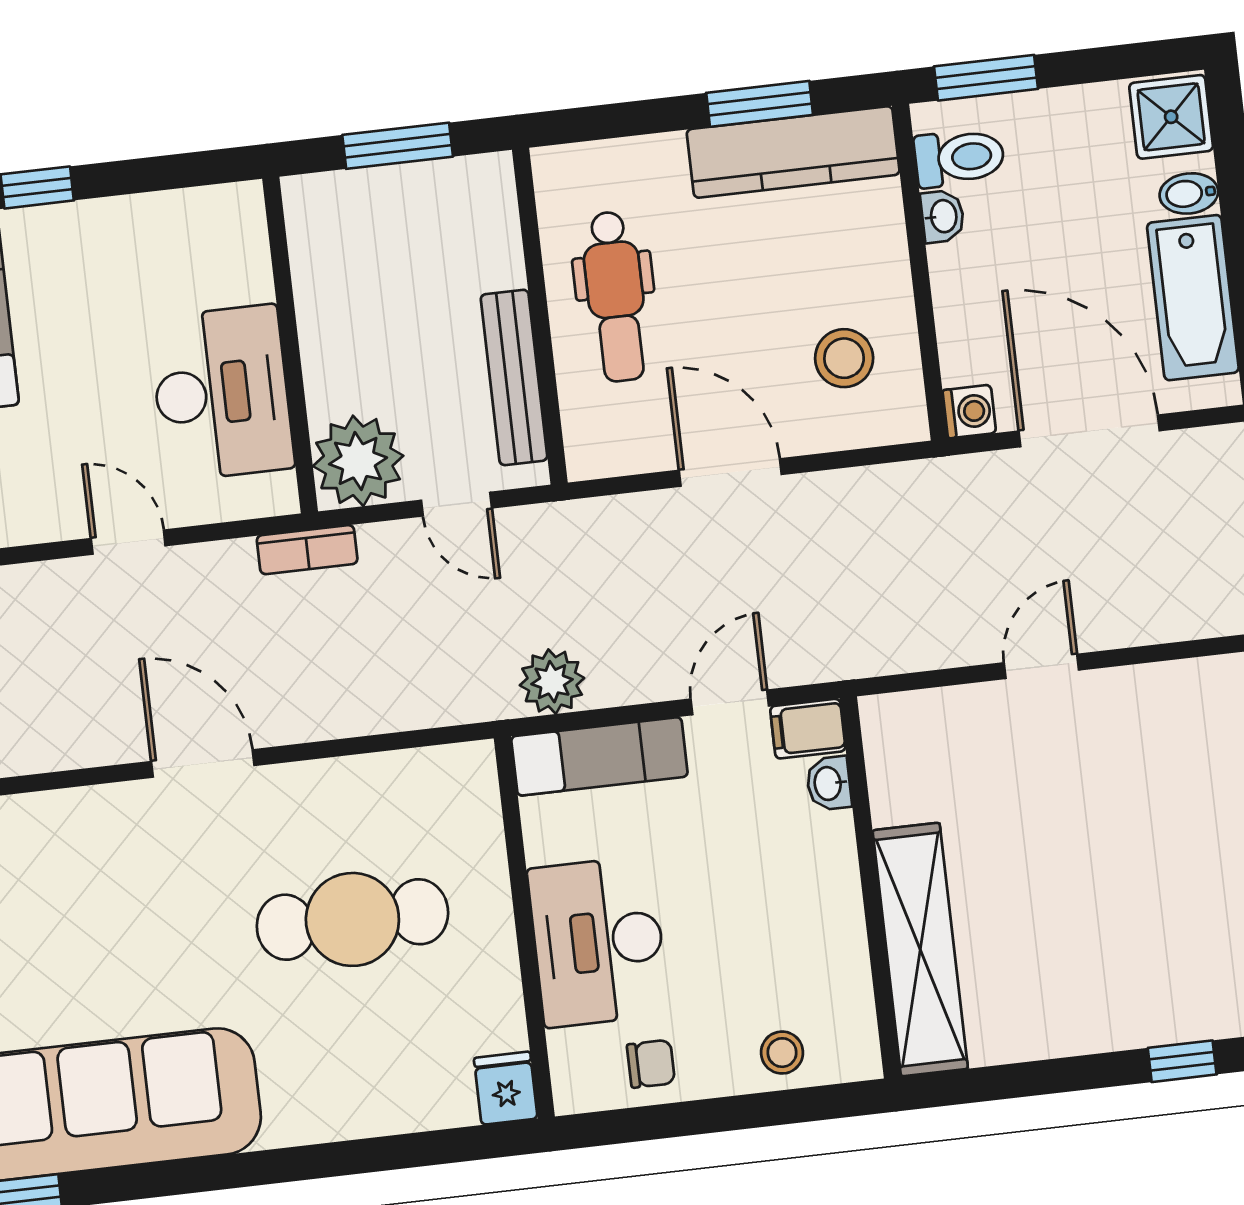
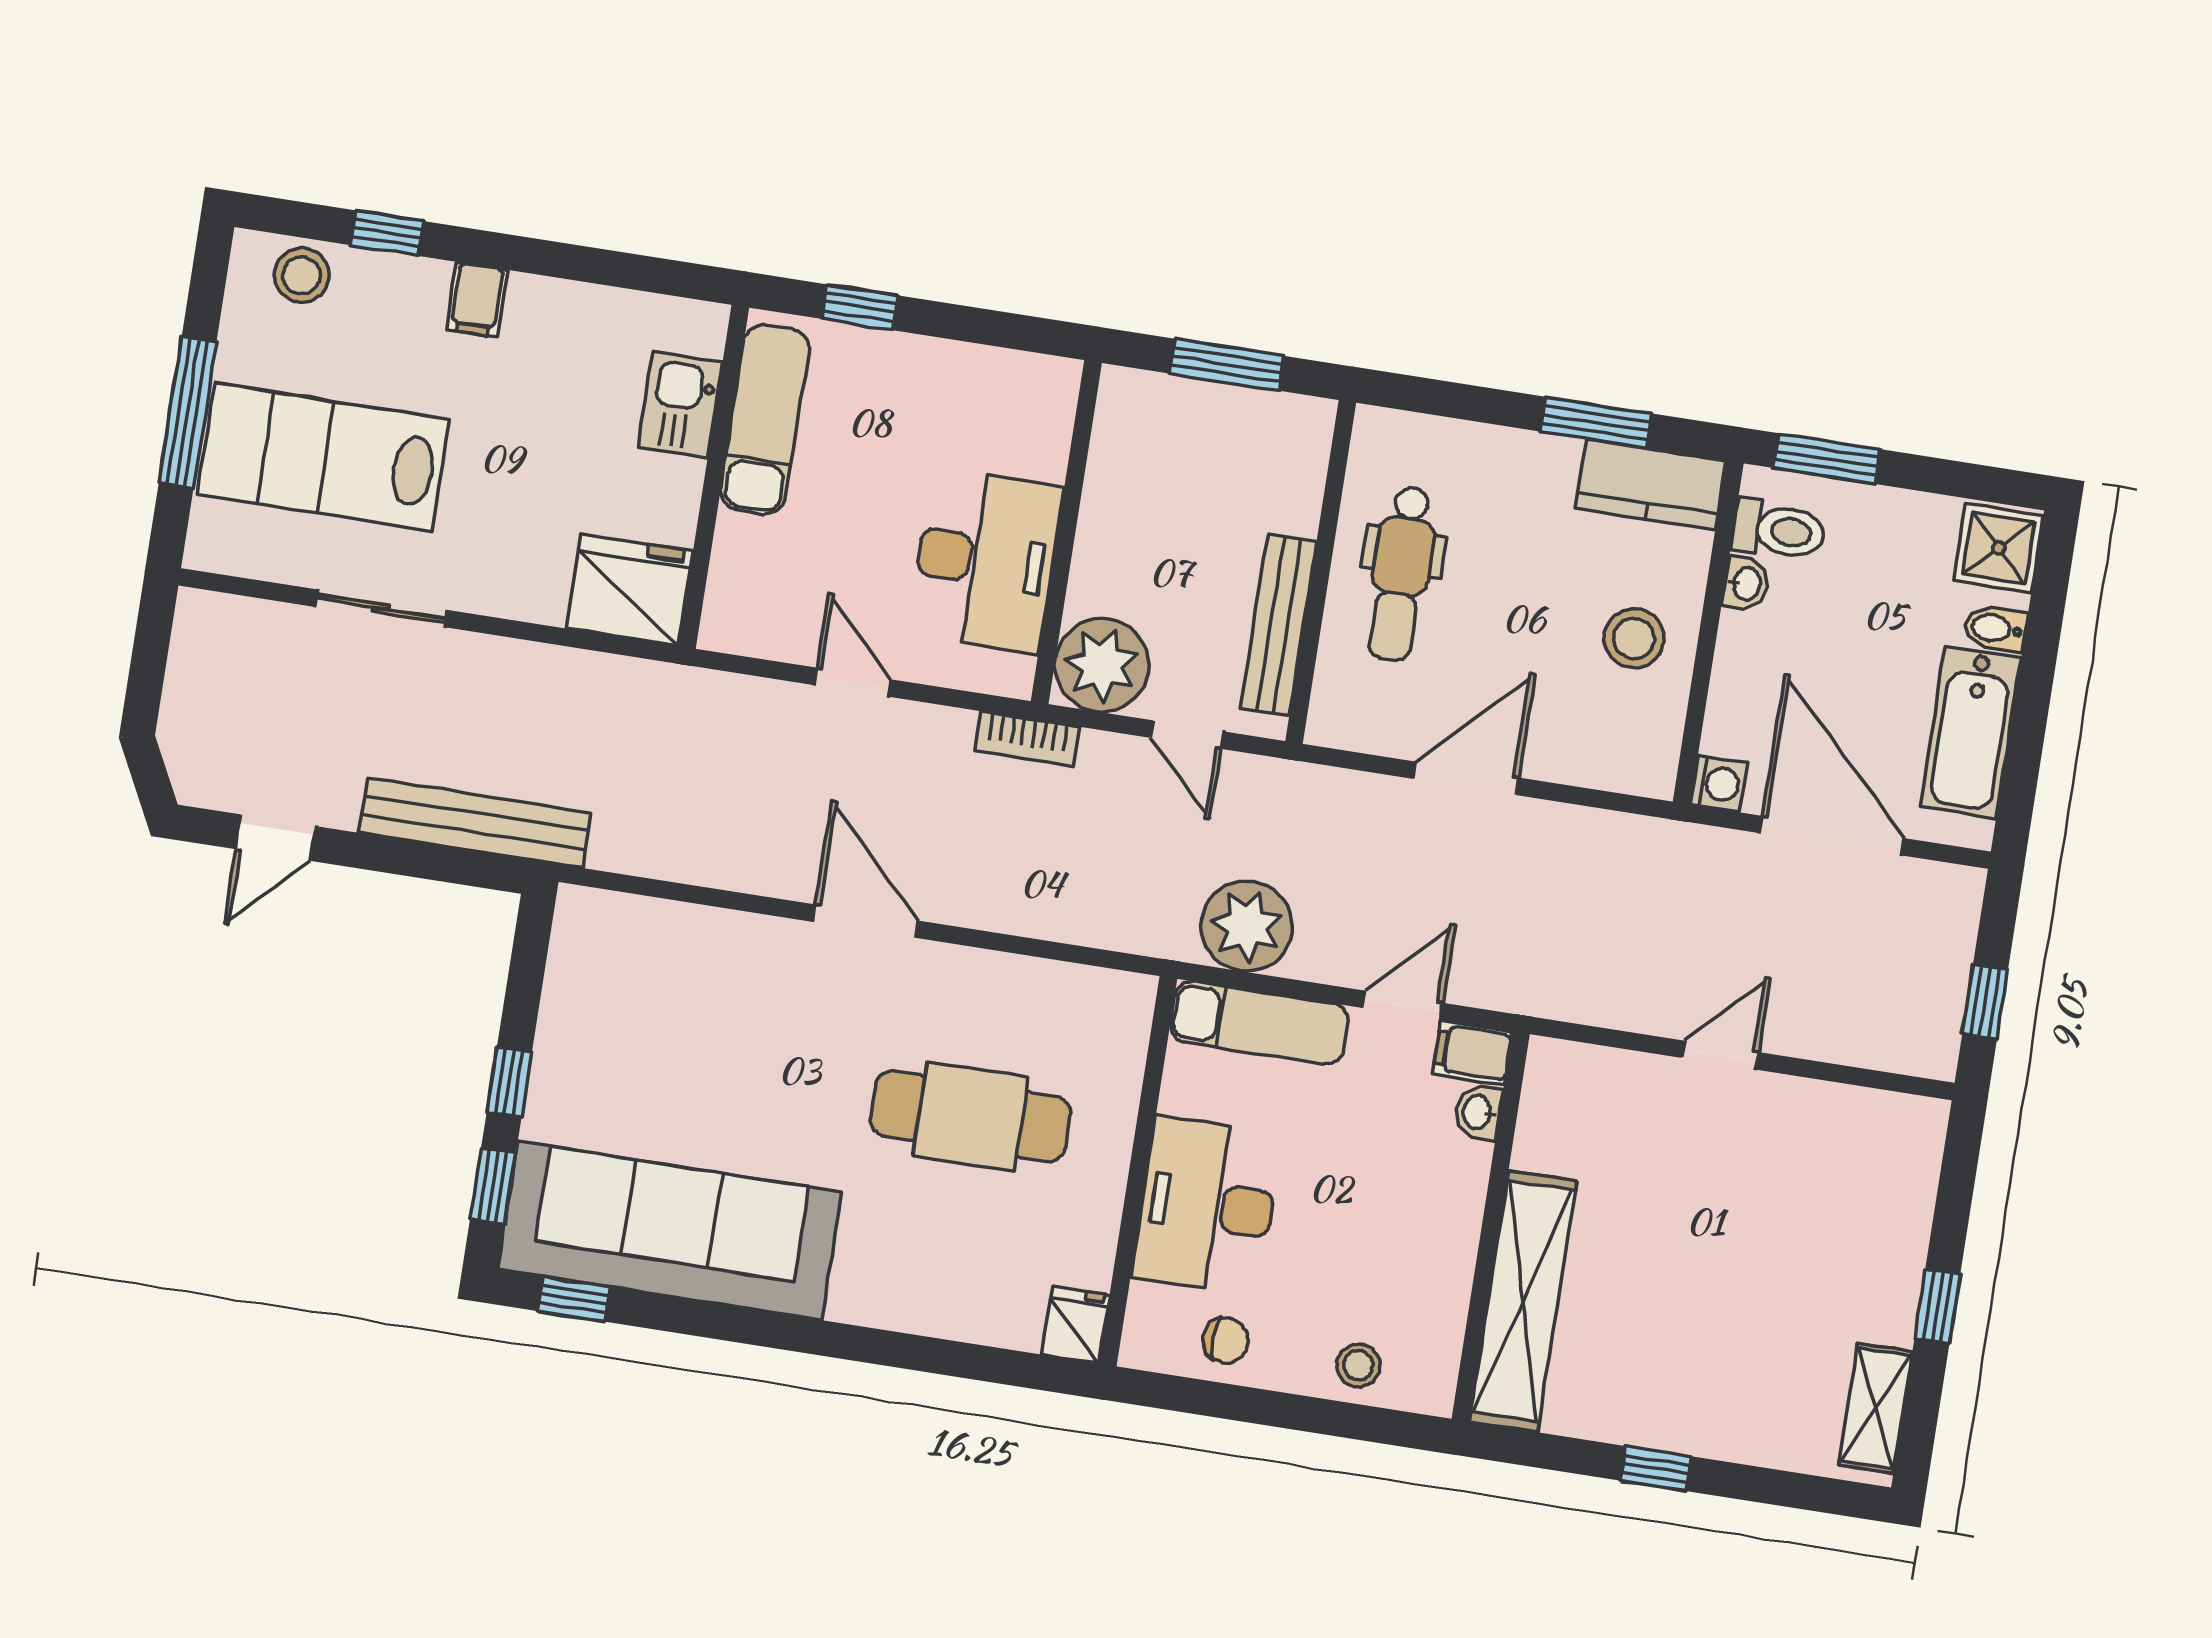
kitchen counter: (793, 152) -> (1651, 485), width x0.67
stool: (844, 358) -> (1634, 638), moved
door: (730, 472) -> (1466, 778), hinge flipped
plant: (552, 682) -> (1247, 926), width x1.36, depth x1.36
window: (1182, 1061) -> (1656, 1469), moved

